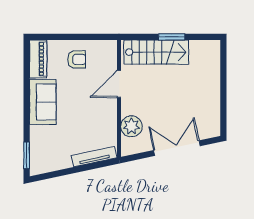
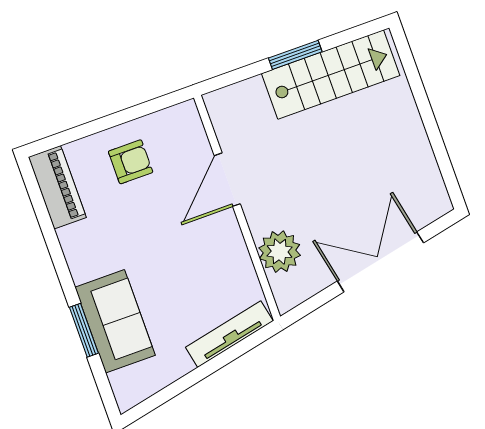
stairs: (156, 52) -> (331, 75), moved
sofa: (43, 102) -> (115, 321), moved
window: (27, 155) -> (84, 330), moved

